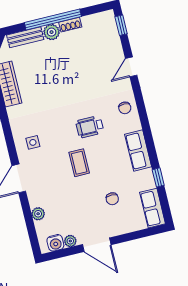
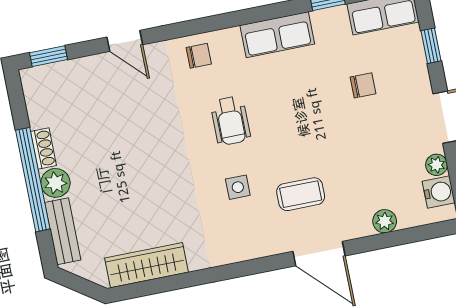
side table: (33, 142) -> (238, 187), moved
coffee table: (79, 163) -> (301, 194), moved
window: (136, 235) -> (431, 46), added

